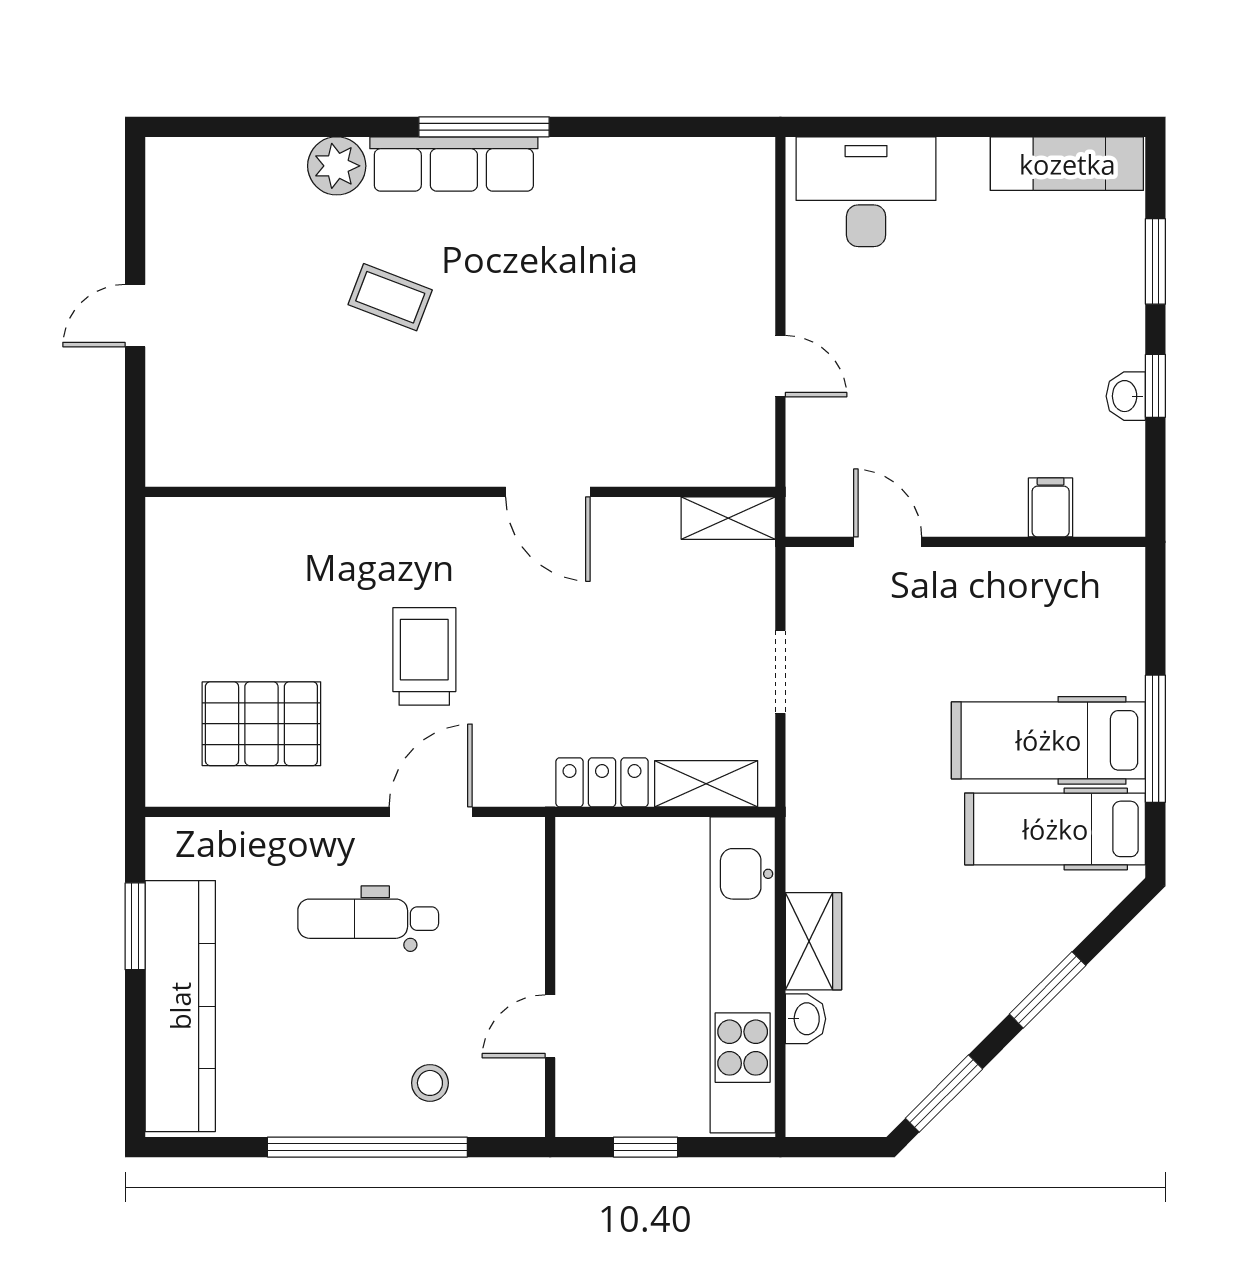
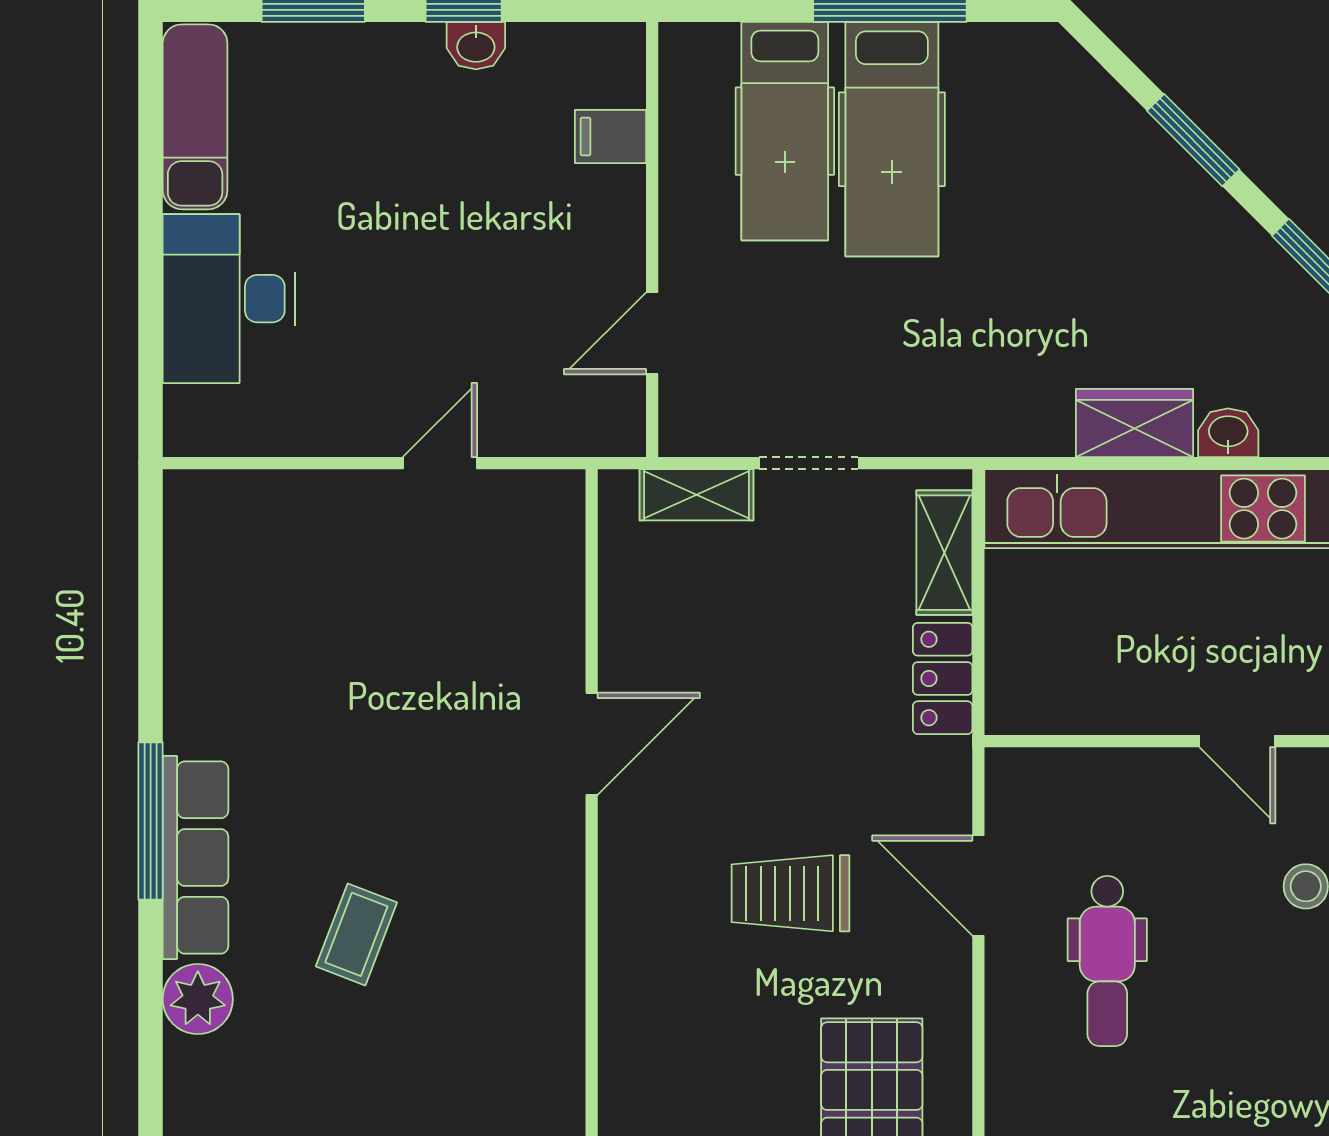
desk: (866, 192) -> (229, 299), moved
shelving: (728, 518) -> (697, 495), moved, turned 90
hospital bed: (1055, 829) -> (785, 131), moved

